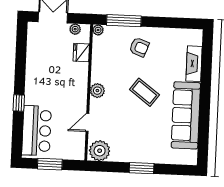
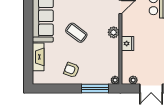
armchair: (139, 47) -> (72, 70), moved
fridge: (81, 53) -> (127, 44), moved

